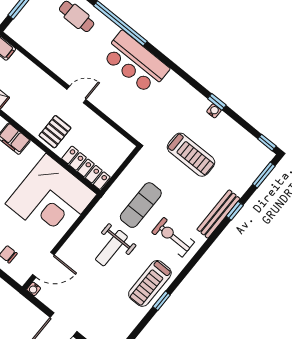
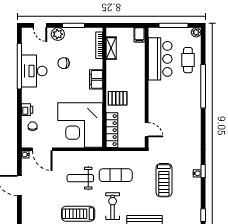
bar counter: (135, 62) -> (160, 59), moved, turned 180
door: (76, 94) -> (147, 130), moved

